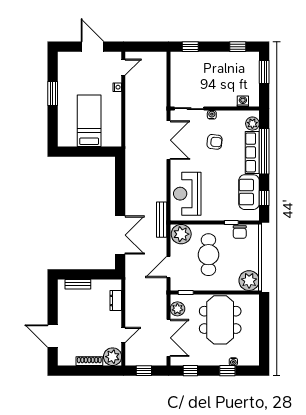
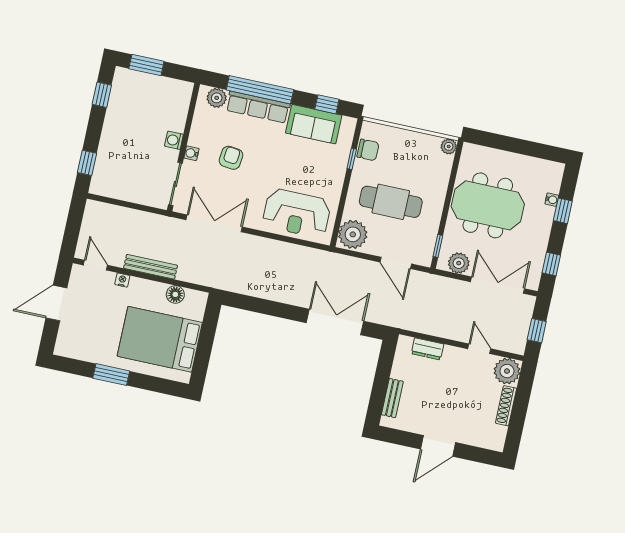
washing machine: (243, 101) -> (174, 140), moved
bed: (89, 121) -> (160, 339), width x1.50
floor lamp: (115, 125) -> (175, 294), added
bench: (162, 220) -> (151, 267), moved
plant: (249, 281) -> (449, 146), width x0.53, depth x0.53
door: (53, 336) -> (438, 446), moved

